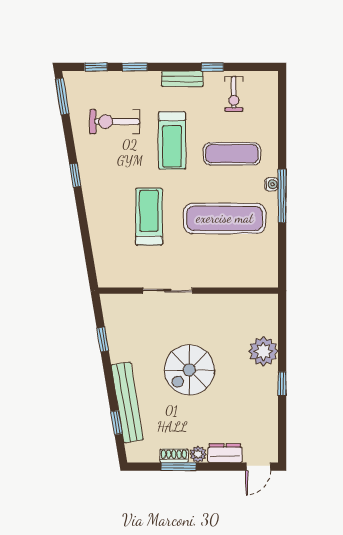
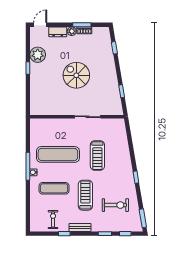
plant: (263, 351) -> (38, 55), moved
spiral stairs: (189, 370) -> (76, 75), turned -90
bench: (127, 402) -> (109, 58), removed

